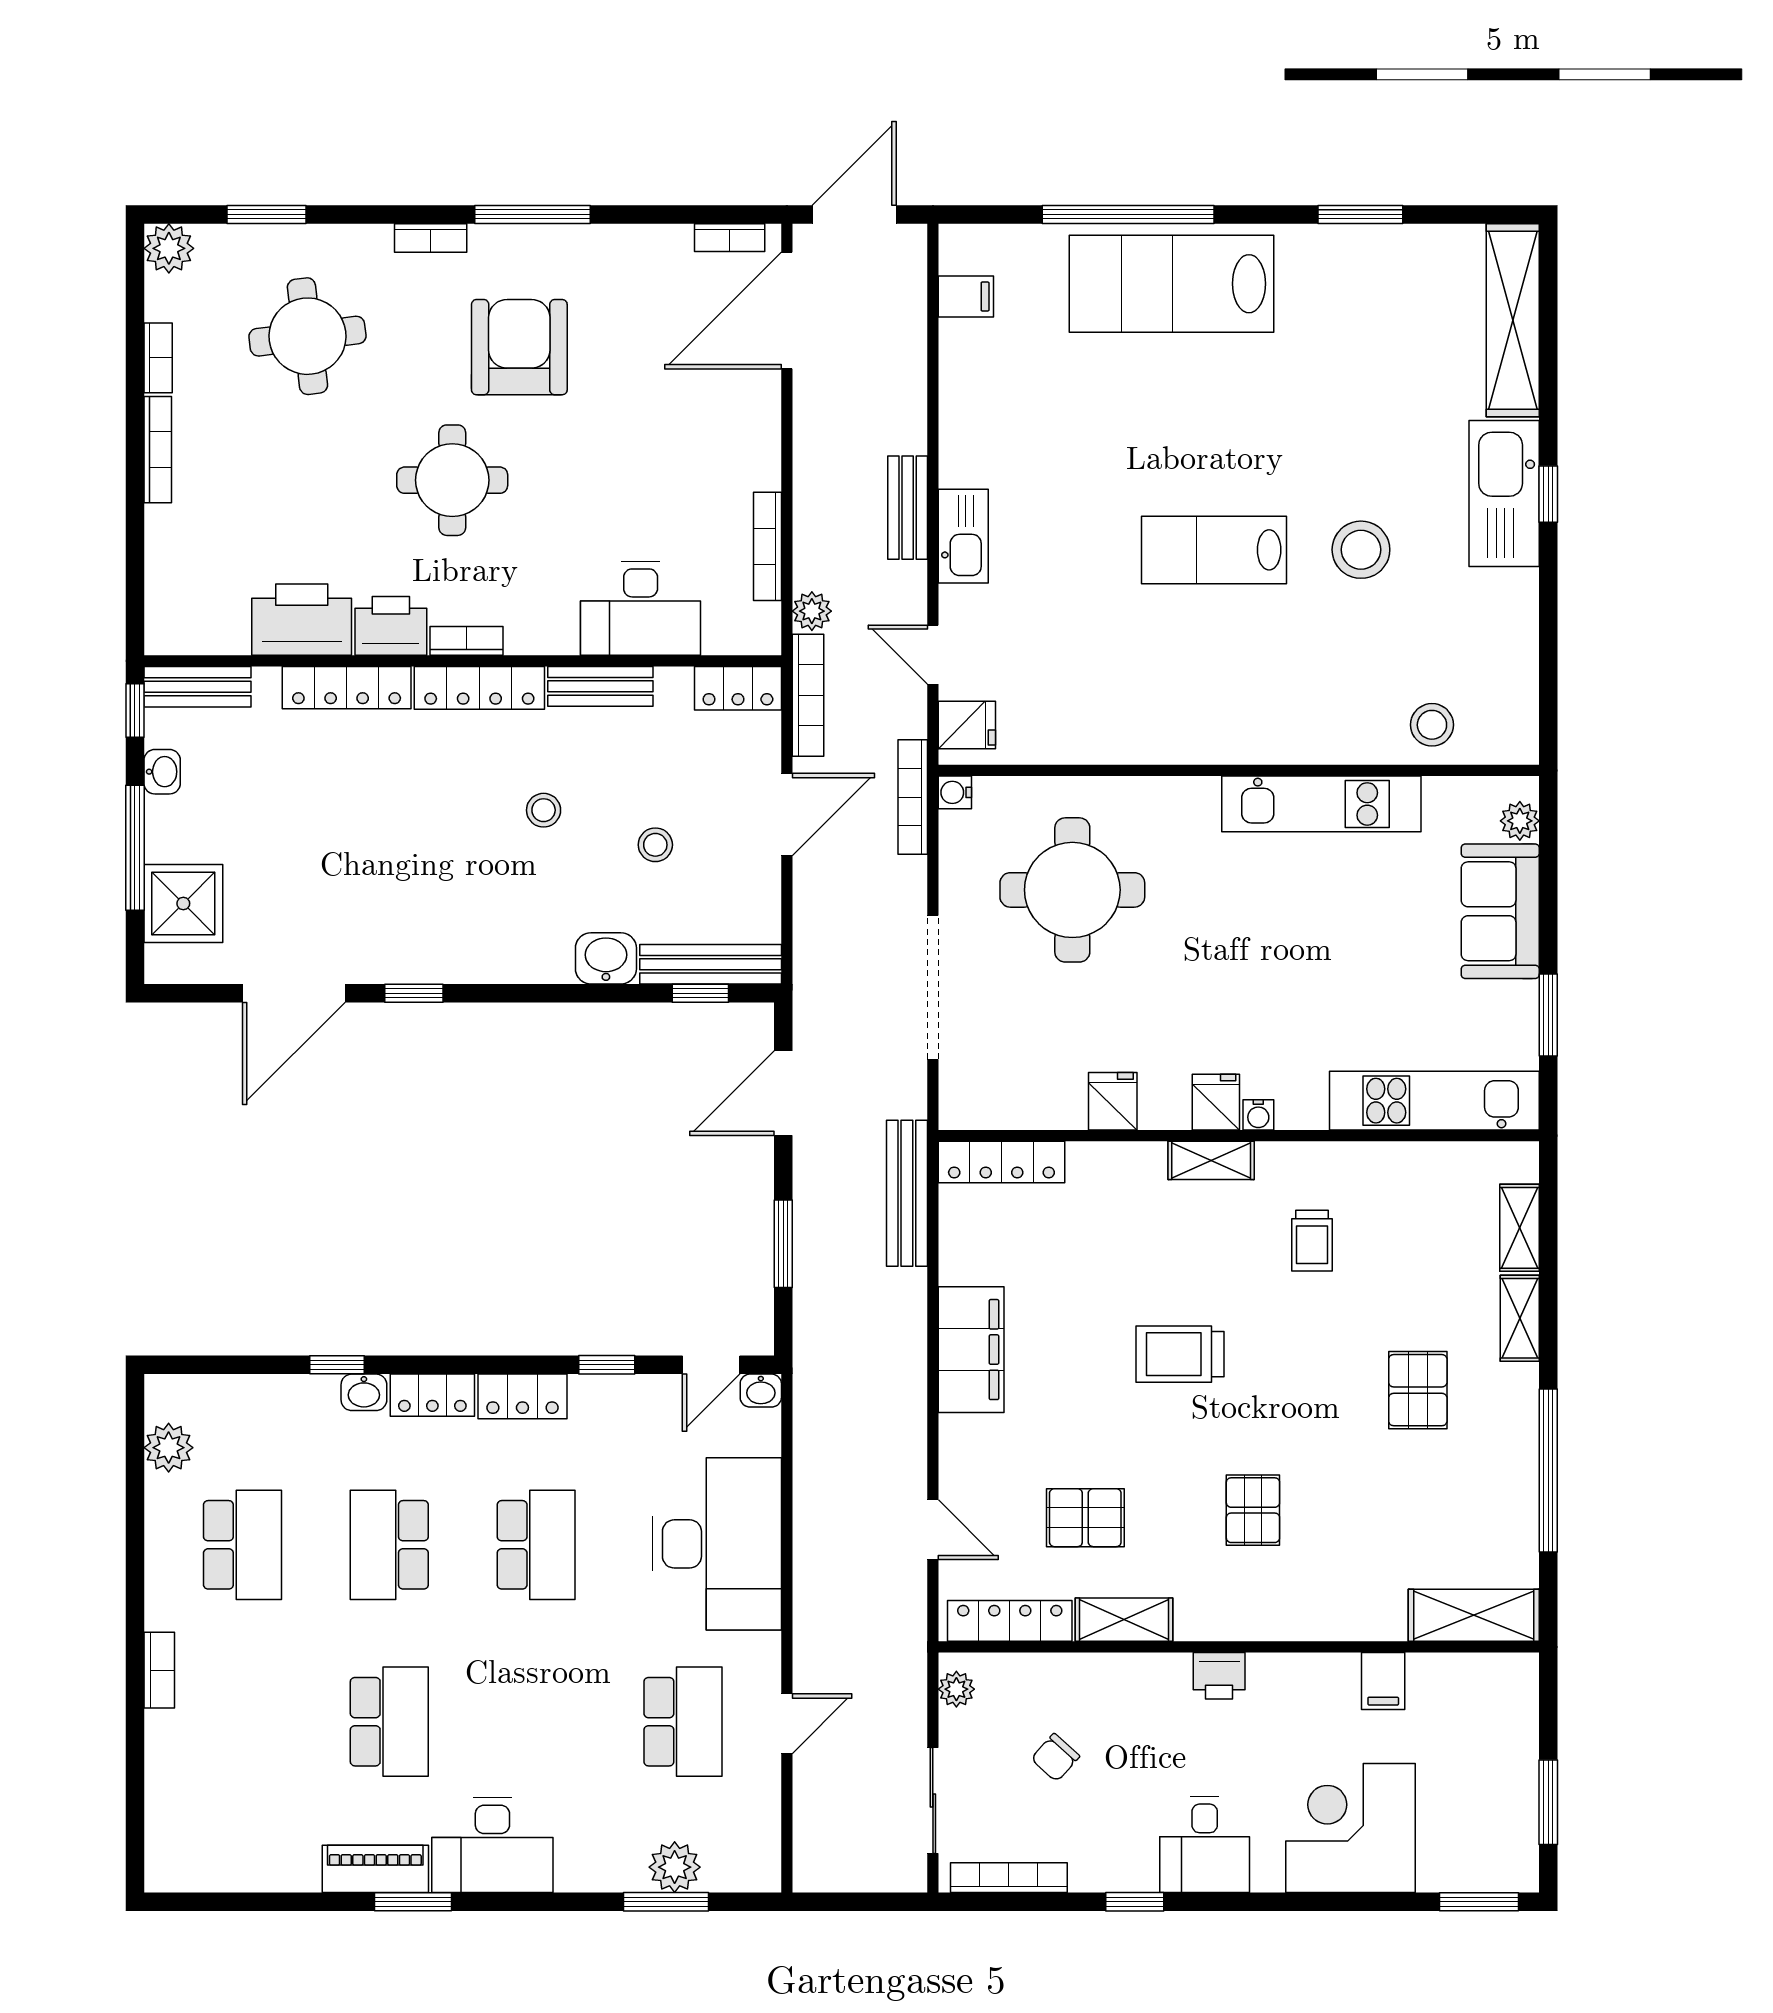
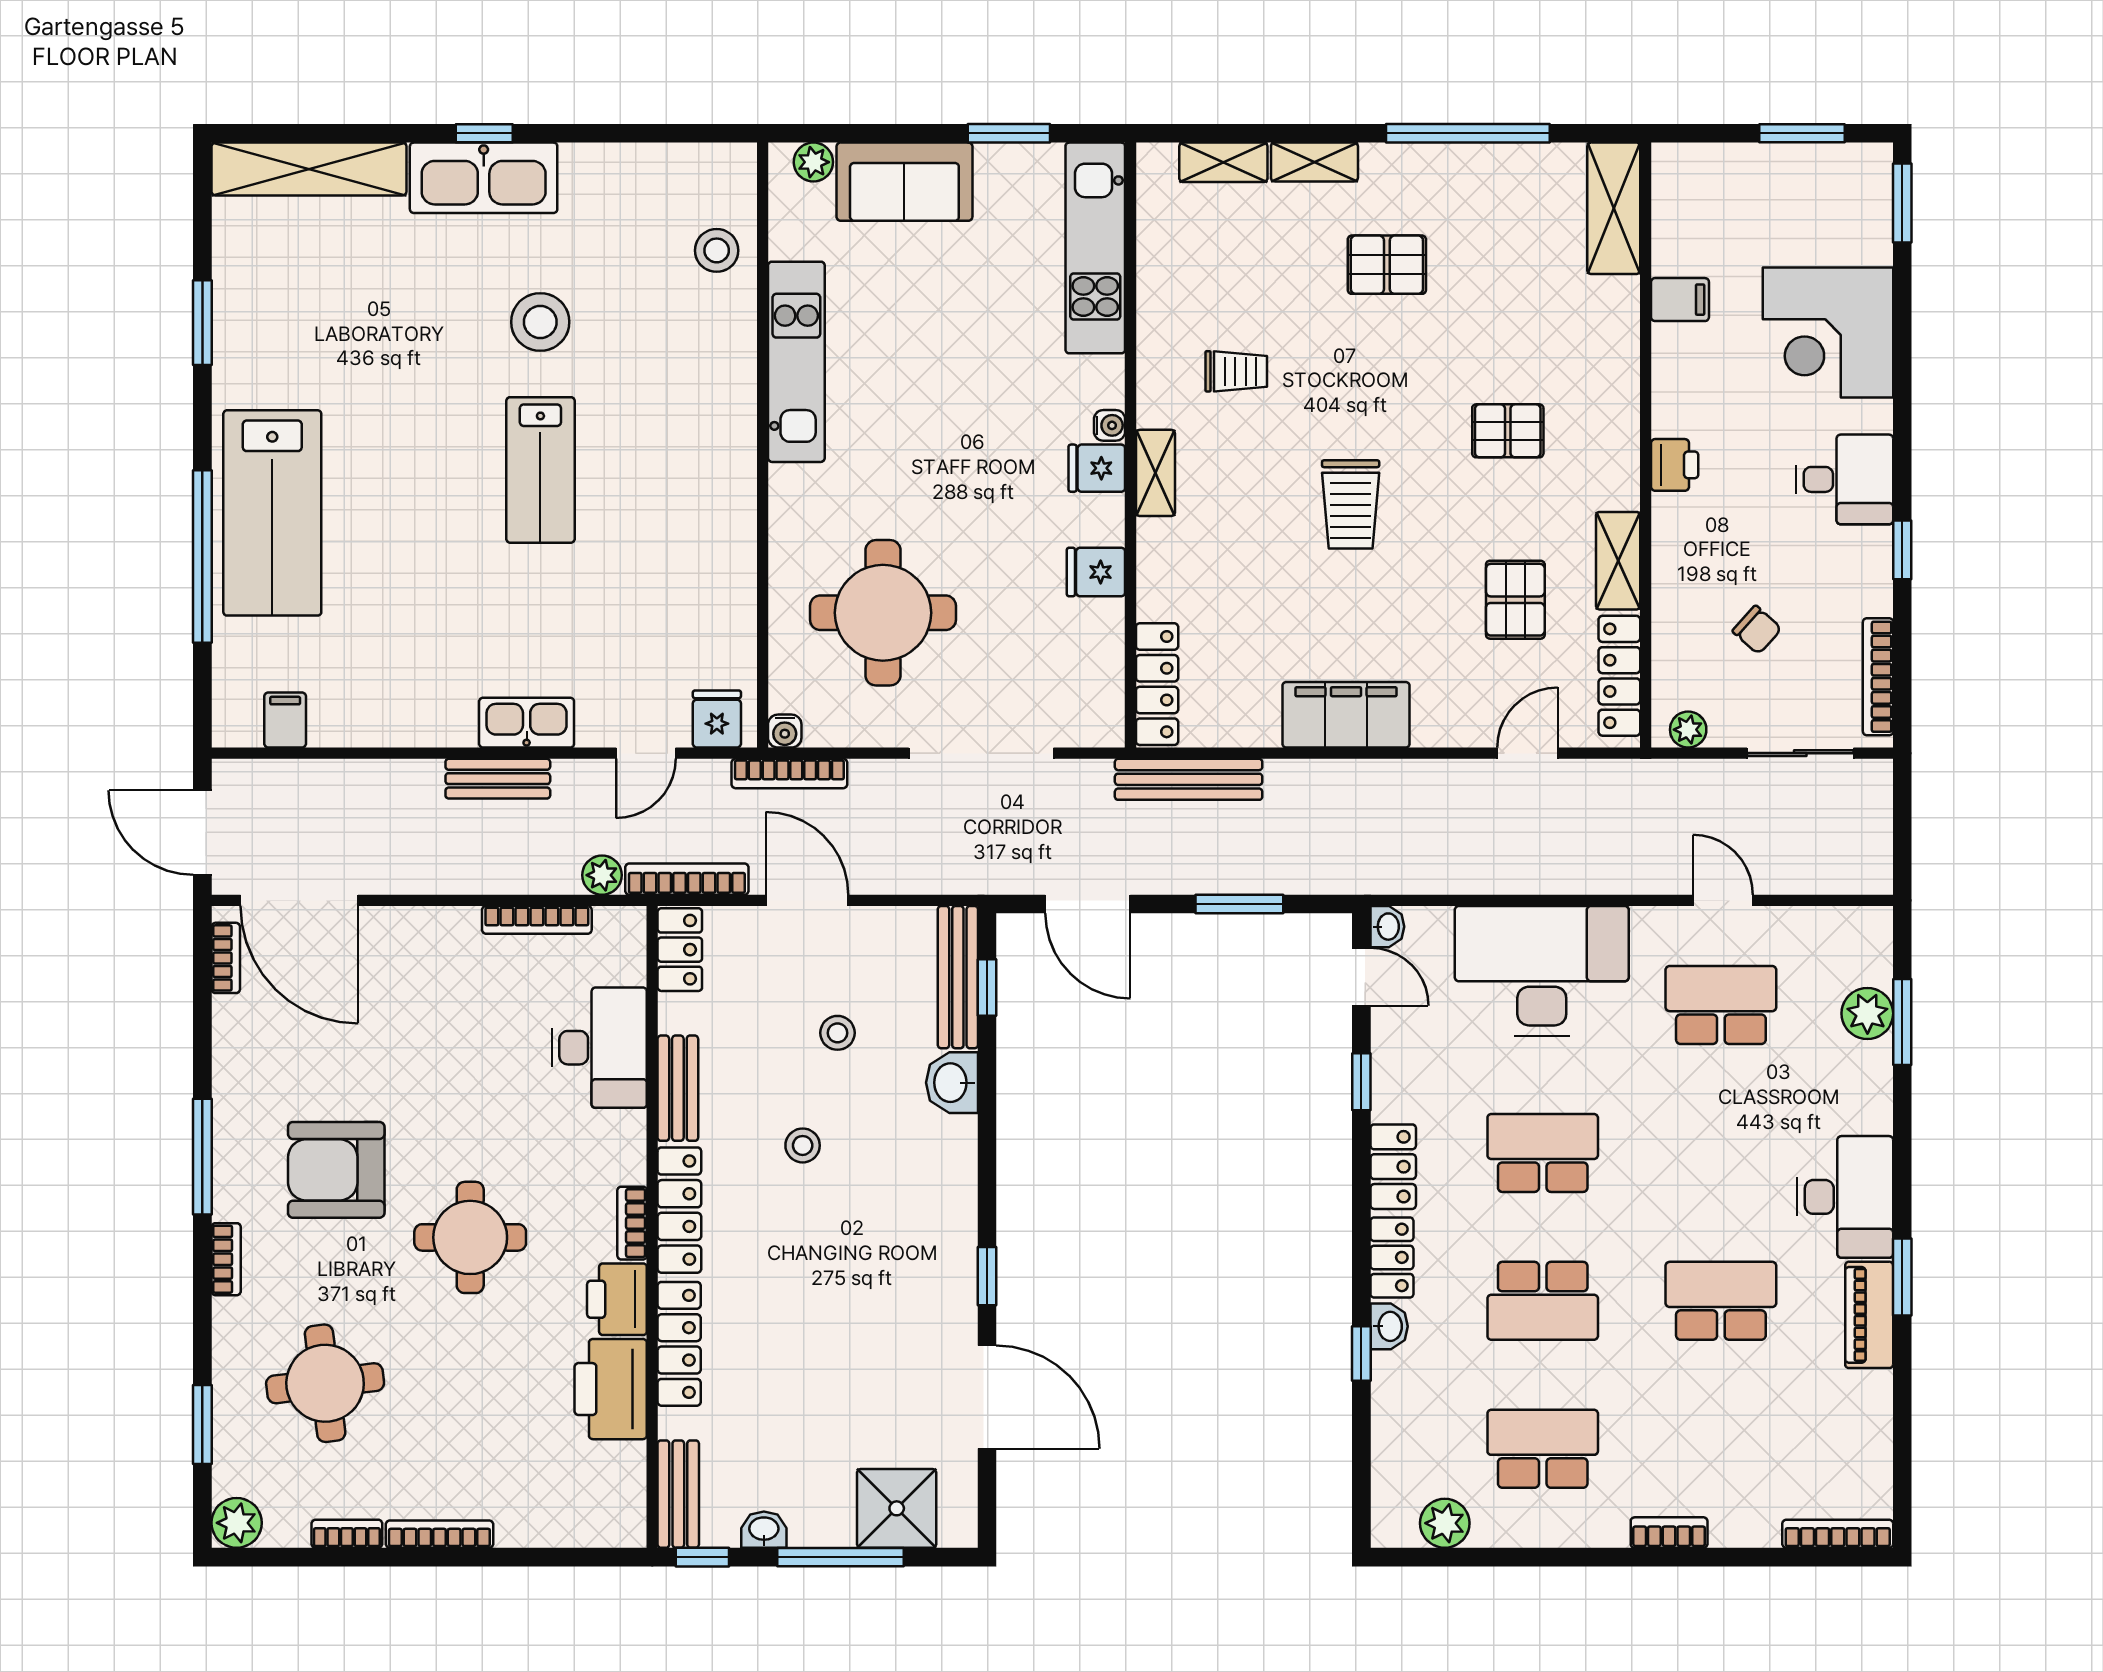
bookcase: (158, 1838) -> (1838, 1534), added

